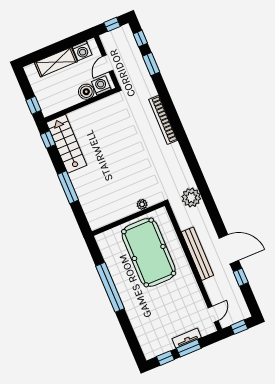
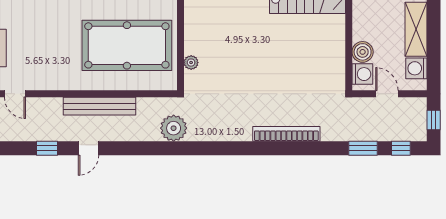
door: (229, 249) -> (88, 148), width x0.53

